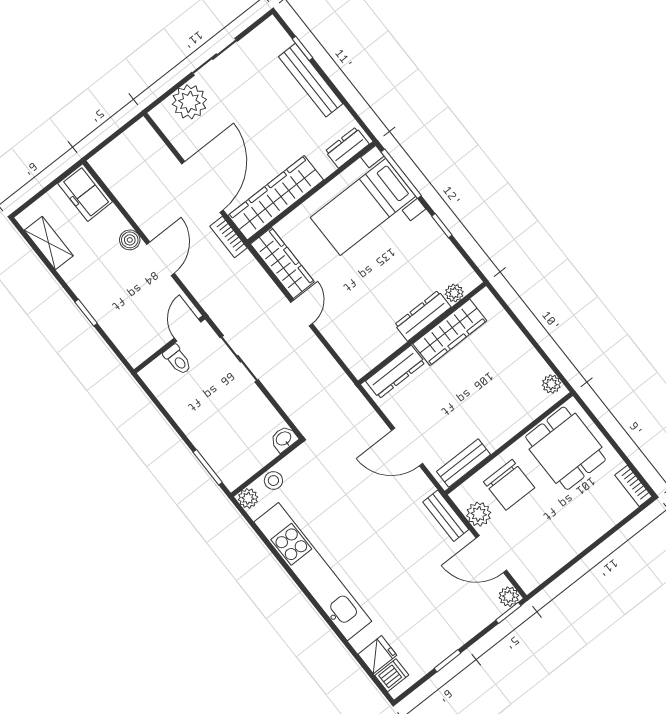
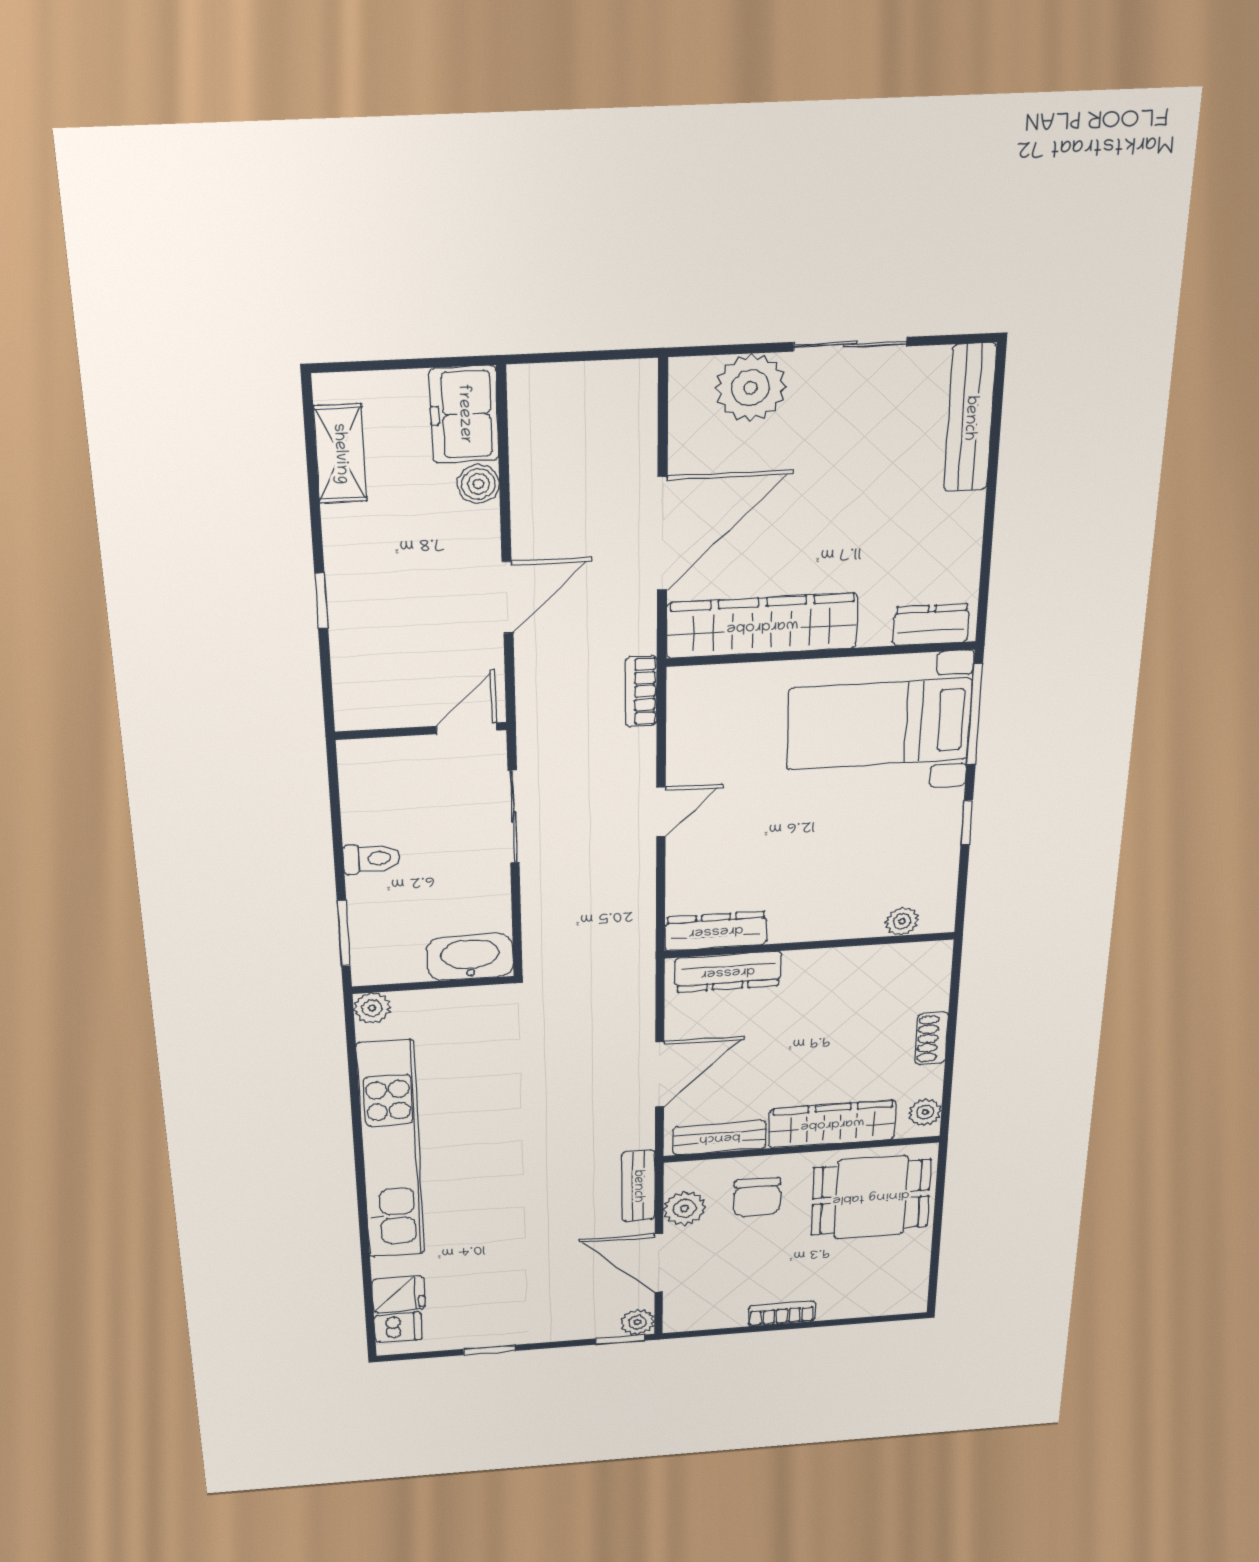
window: (303, 48) -> (995, 430), removed
bench: (311, 80) -> (970, 418), moved
bookcase: (229, 237) -> (641, 691), moved
boiler: (130, 240) -> (478, 484), moved
wardrobe: (282, 263) -> (692, 725), removed
dresser: (423, 316) -> (716, 931), moved
wardrobe: (450, 332) -> (832, 1124), moved, turned 180
shoe rack: (520, 343) -> (932, 1038), added
toilet: (178, 360) -> (372, 859), moved, turned -90
washbasin: (284, 439) -> (470, 957), width x1.91, depth x1.45
door: (407, 447) -> (660, 1075), swing flipped
dining table: (566, 448) -> (871, 1197), turned 90
stool: (273, 481) -> (430, 1007), removed
chair: (509, 485) -> (757, 1197), width x0.73, depth x0.73
bookcase: (633, 486) -> (782, 1313), moved, turned 90

